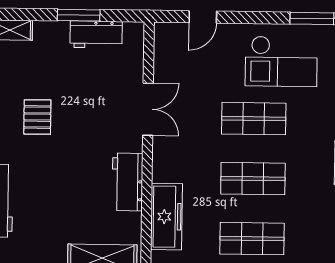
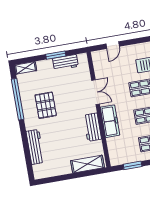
pallet: (37, 117) -> (46, 105), width x1.50, depth x1.42
freezer: (166, 217) -> (110, 121), moved

